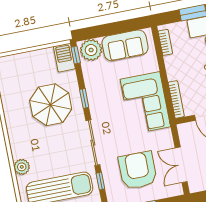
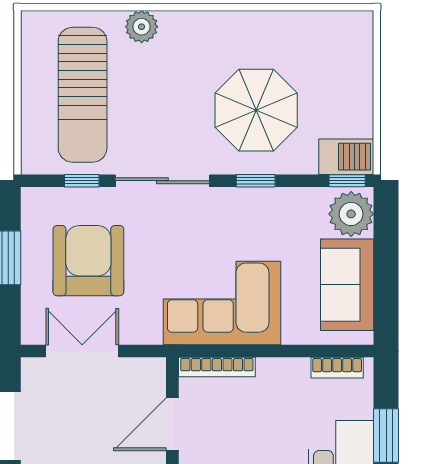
armchair: (138, 170) -> (88, 261), turned -90

